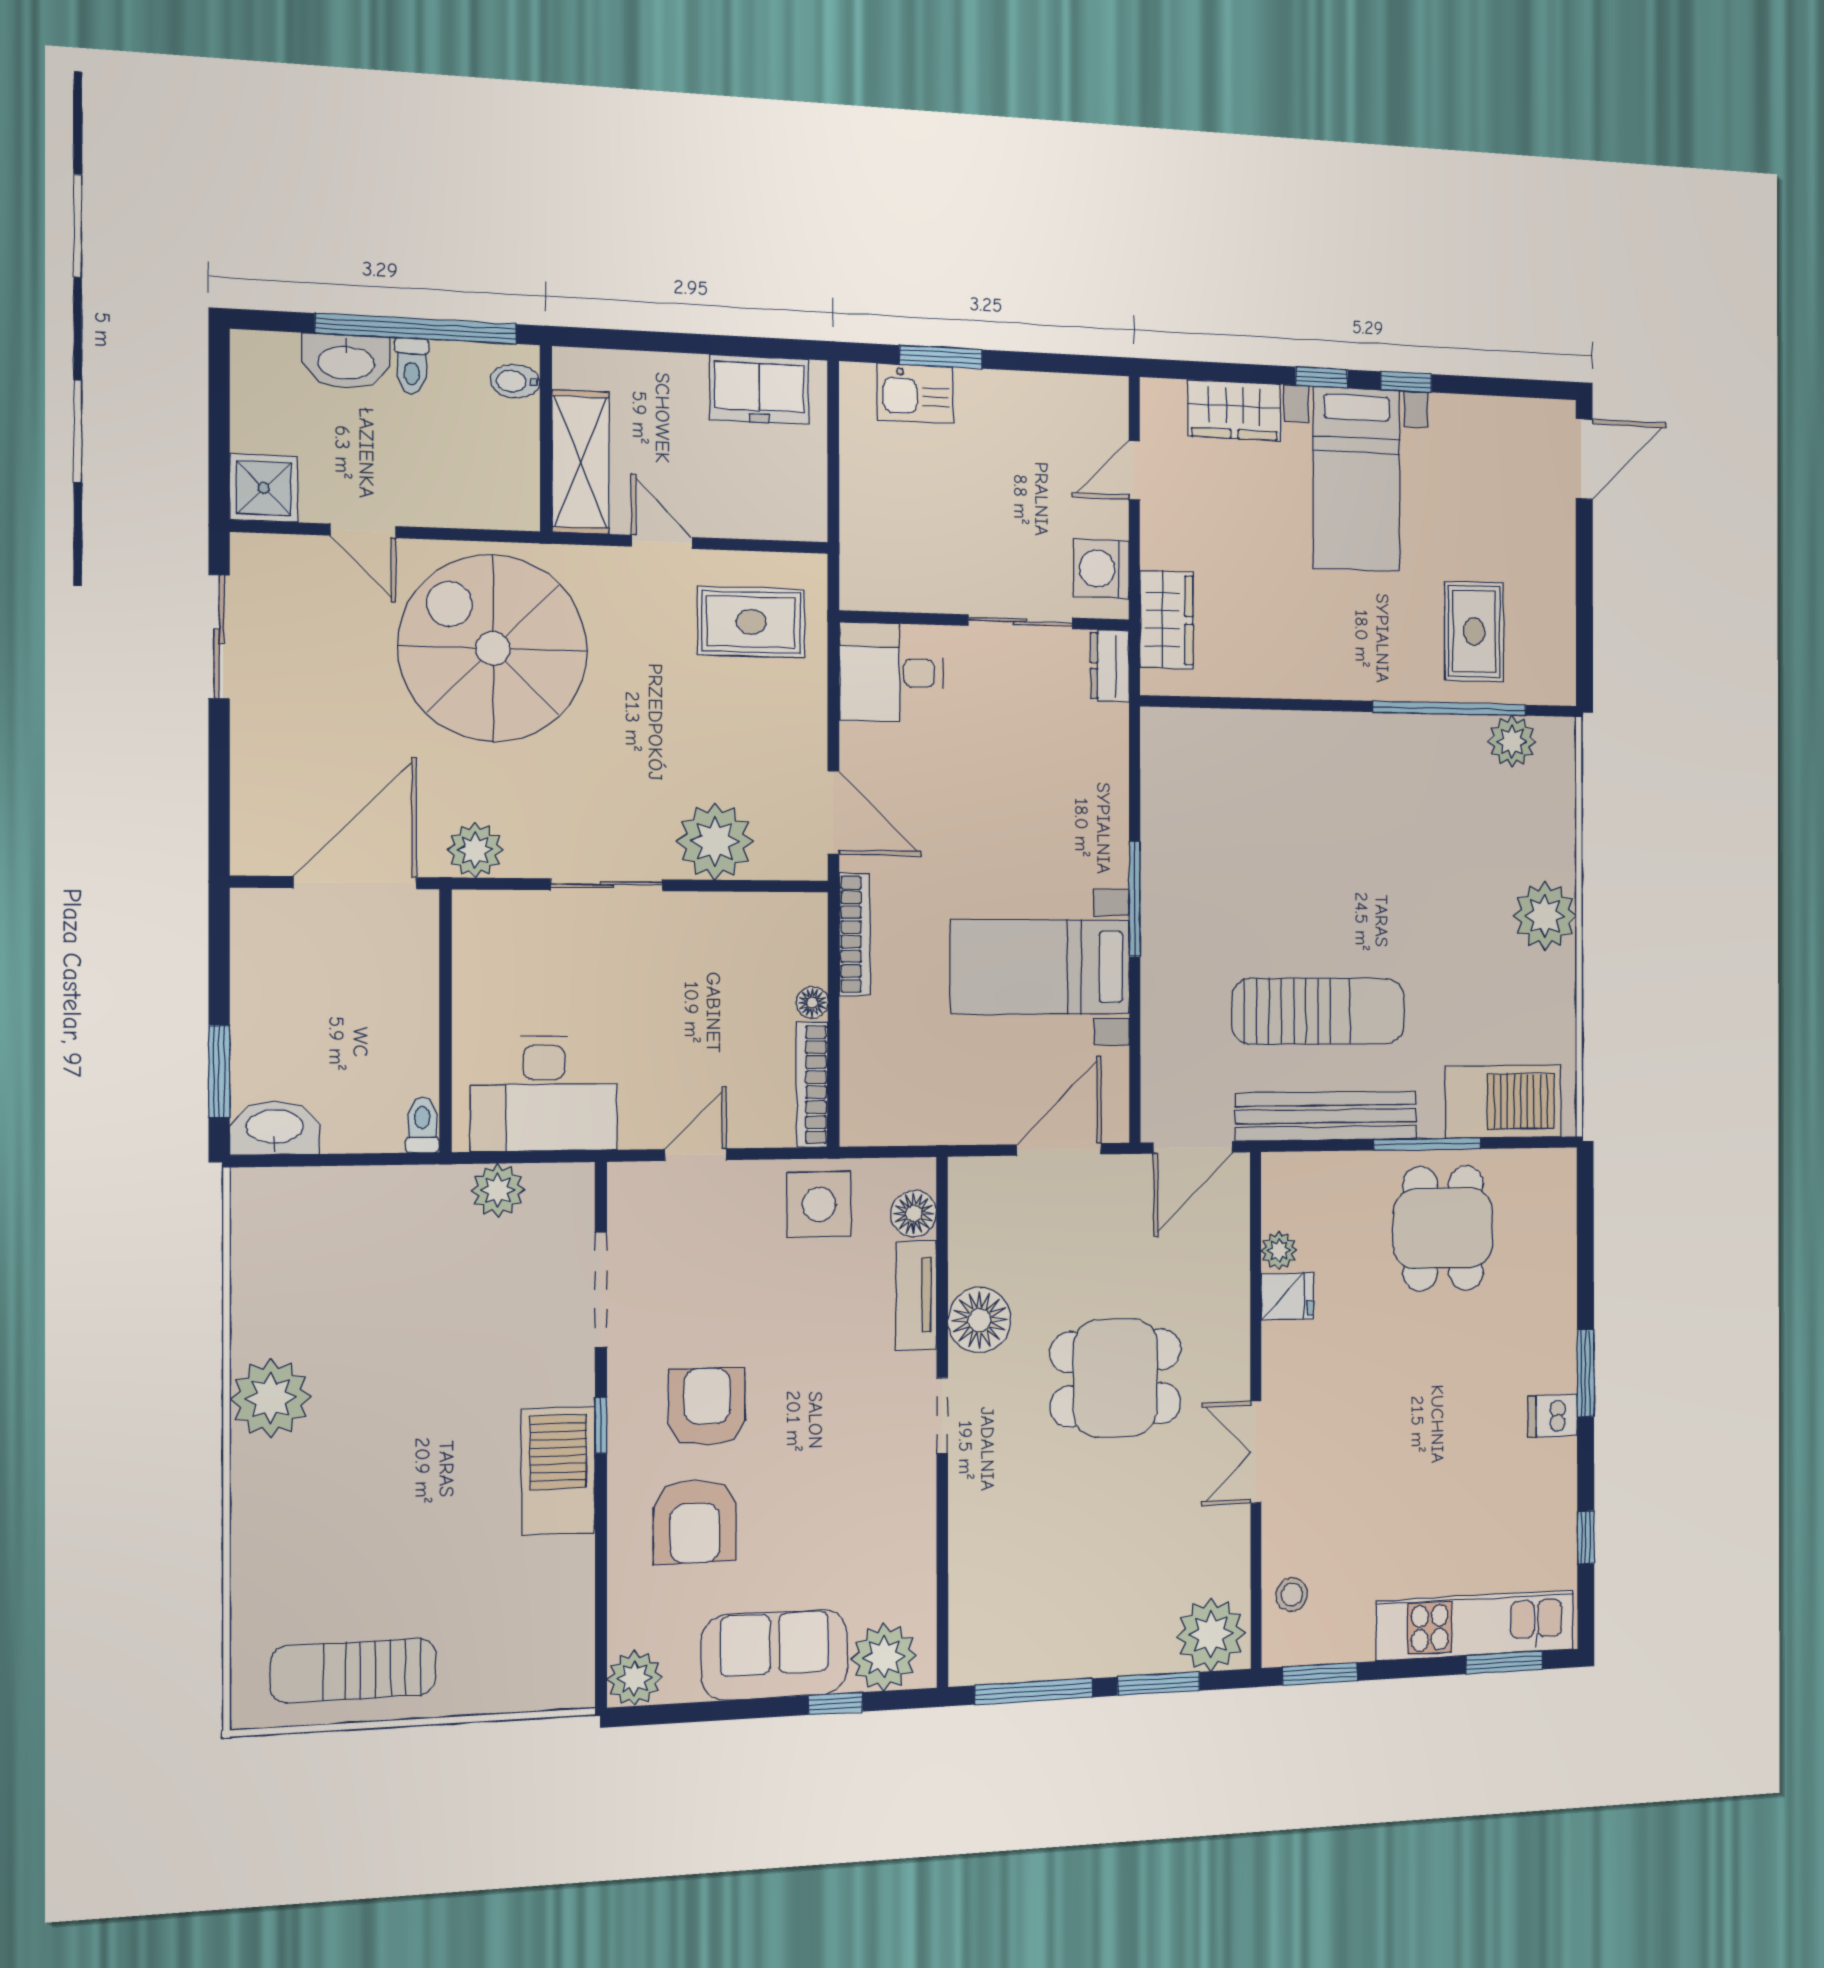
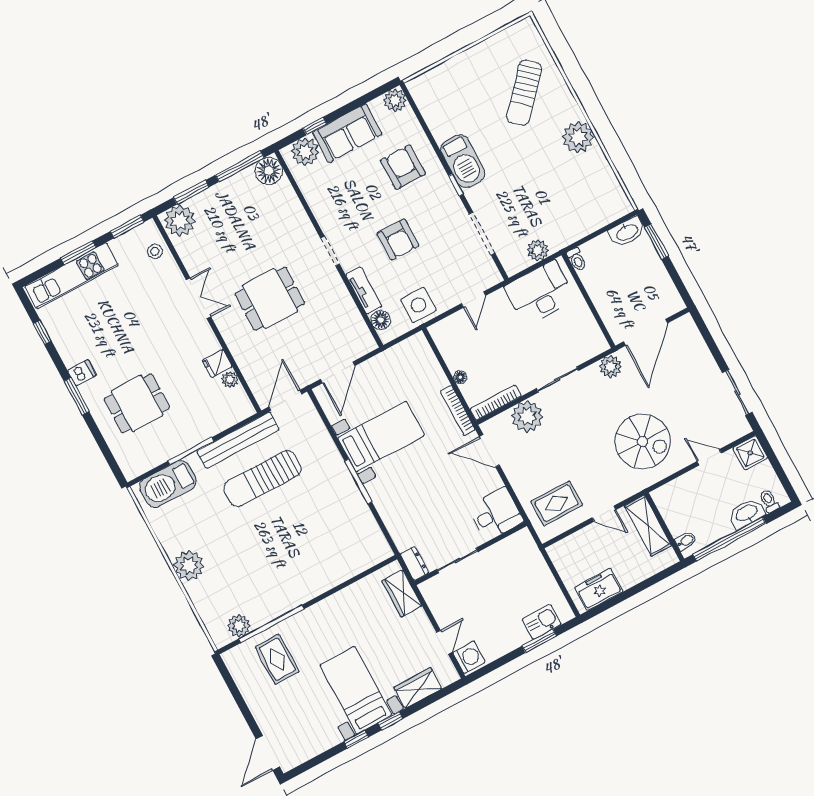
toilet: (412, 366) -> (769, 501), moved
washing machine: (1101, 569) -> (469, 657), moved
spiral stairs: (493, 648) -> (643, 441), width x0.73, depth x0.73
bookcase: (812, 1085) -> (496, 403), moved, turned -90
dining table: (1443, 1228) -> (137, 403), moved, turned 90
floor lamp: (979, 1320) -> (269, 171), moved
armchair: (707, 1407) -> (398, 240), moved
window: (1504, 1663) -> (78, 253), moved
sun lounger: (353, 1670) -> (524, 93), moved, turned 132

